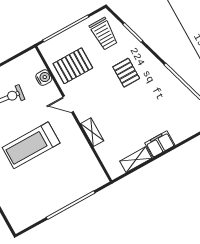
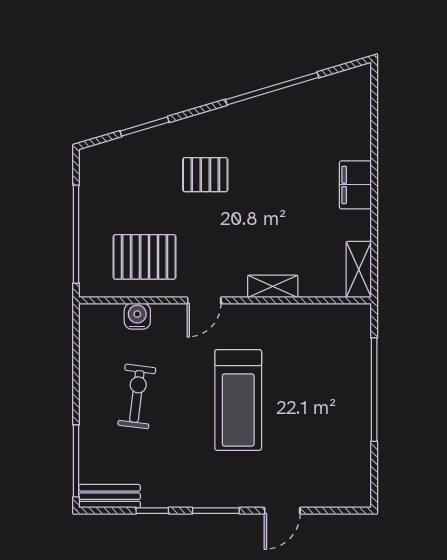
trolley: (104, 34) -> (120, 176), removed
pallet: (73, 66) -> (145, 257), turned 90
shelving: (136, 160) -> (359, 270), moved

